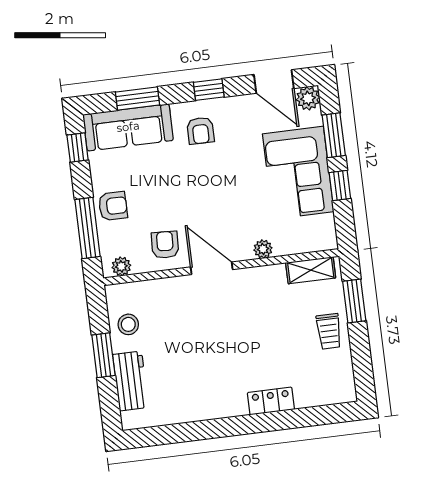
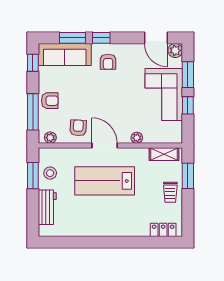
window: (209, 90) -> (101, 38), moved
lab bench: (219, 326) -> (105, 181), added
window: (103, 355) -> (33, 176), moved
locker: (271, 401) -> (163, 230), moved

